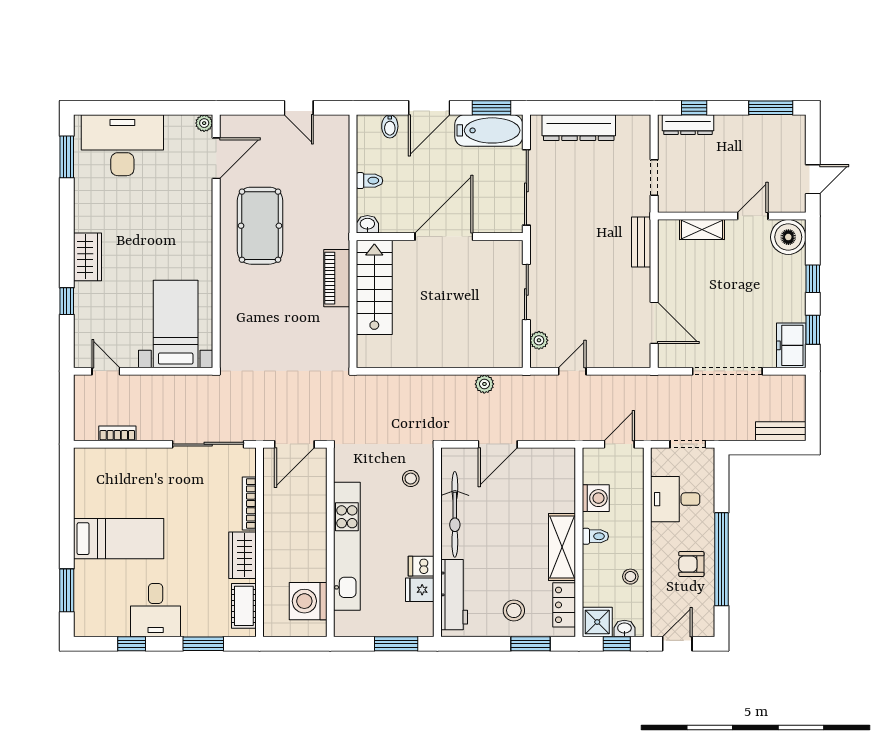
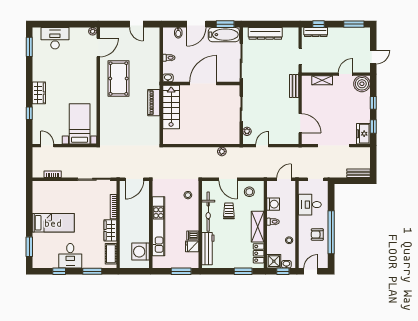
desk: (122, 145) -> (55, 38), width x0.73, depth x0.77
door: (498, 444) -> (228, 179), hinge flipped
trolley: (499, 513) -> (229, 211), added
stool: (514, 610) -> (249, 192), moved

